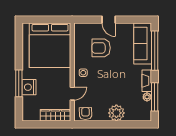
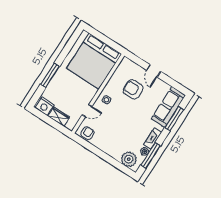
window: (155, 51) -> (174, 119), width x0.68
nightstand: (29, 87) -> (44, 106), moved, turned -90
plant: (116, 113) -> (129, 159), moved
wardrobe: (55, 115) -> (59, 117), width x0.67

